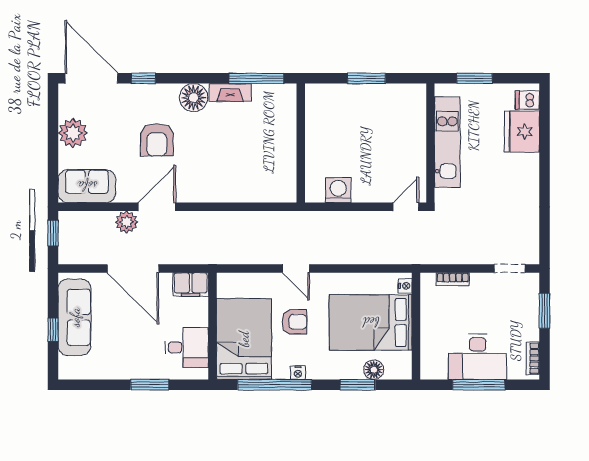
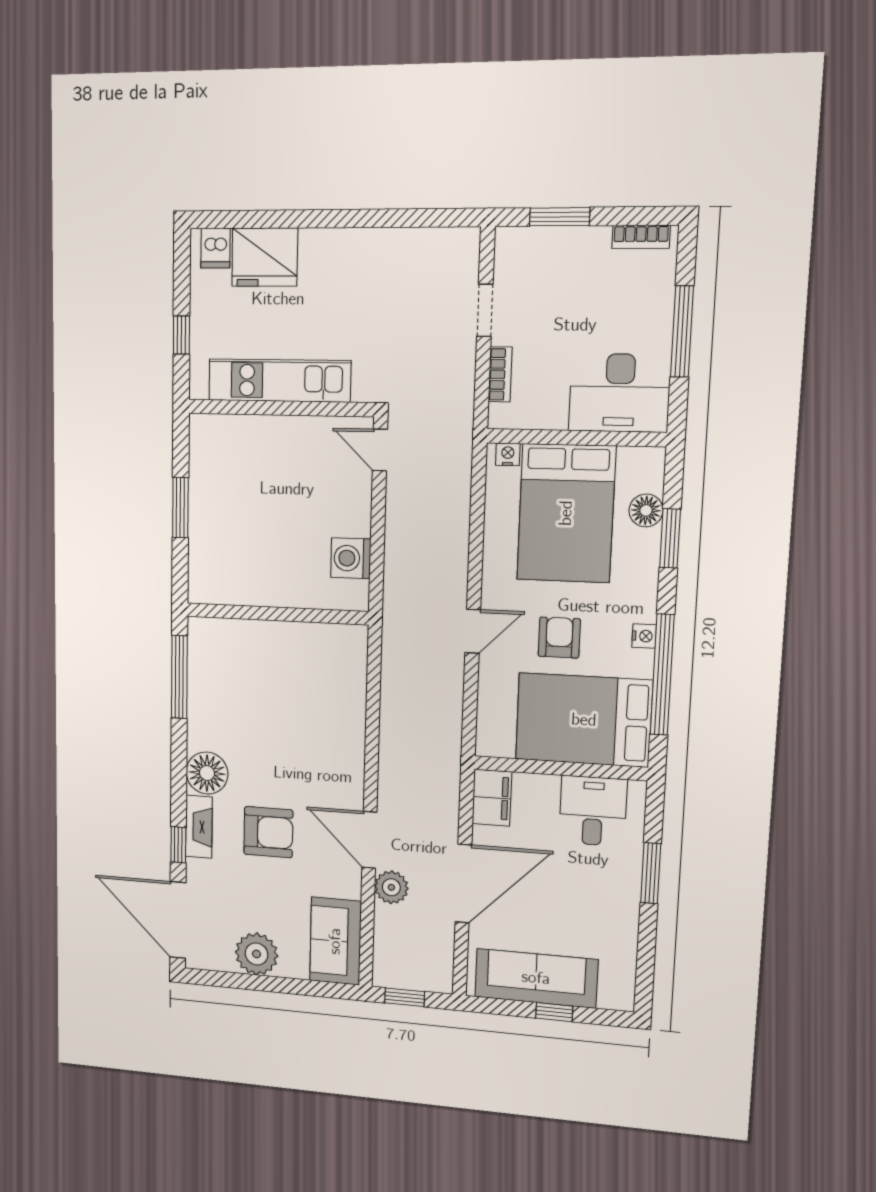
door: (91, 78) -> (178, 920), hinge flipped
window: (475, 78) -> (181, 335), width x0.67
fireplace: (230, 92) -> (199, 827), moved
doorway: (509, 269) -> (485, 310), moved
desk: (478, 357) -> (620, 393), moved, turned 90

